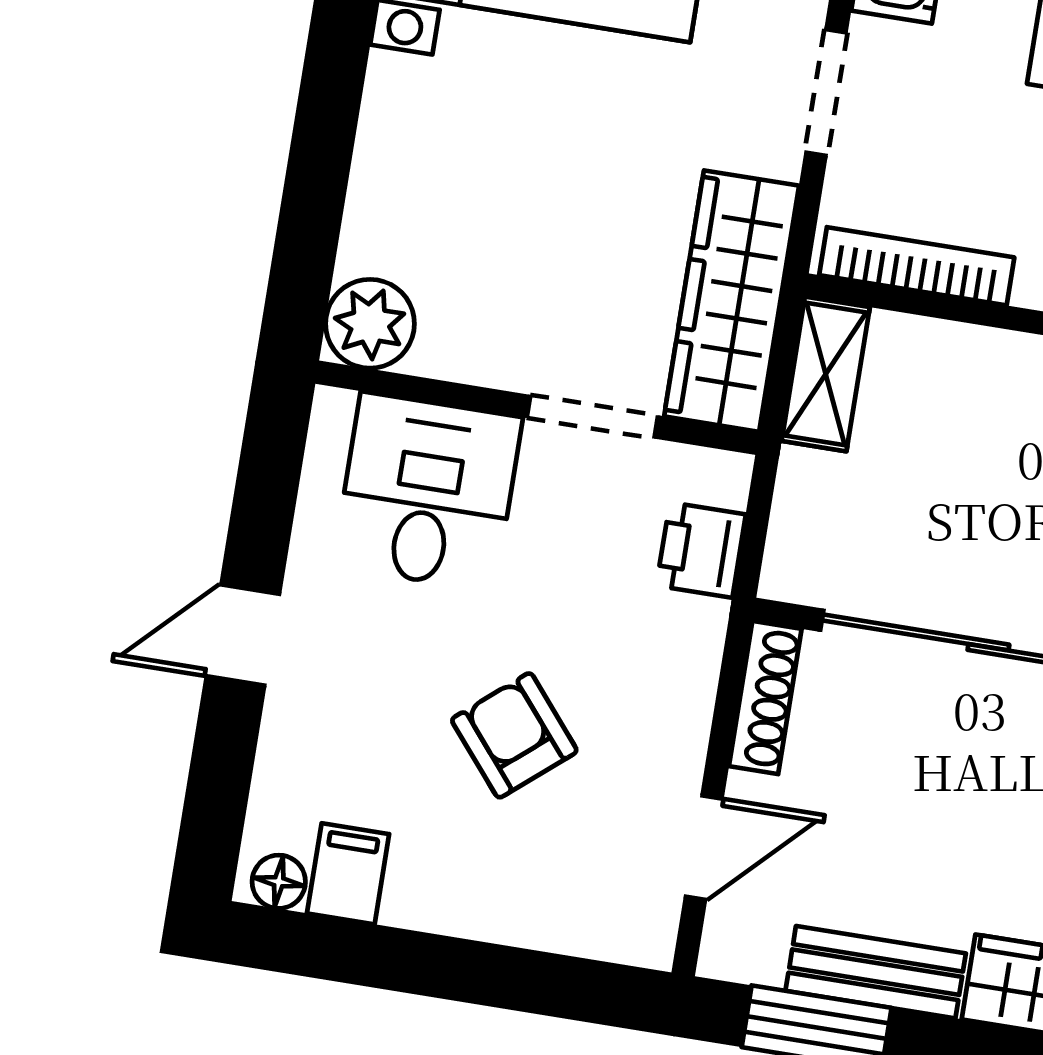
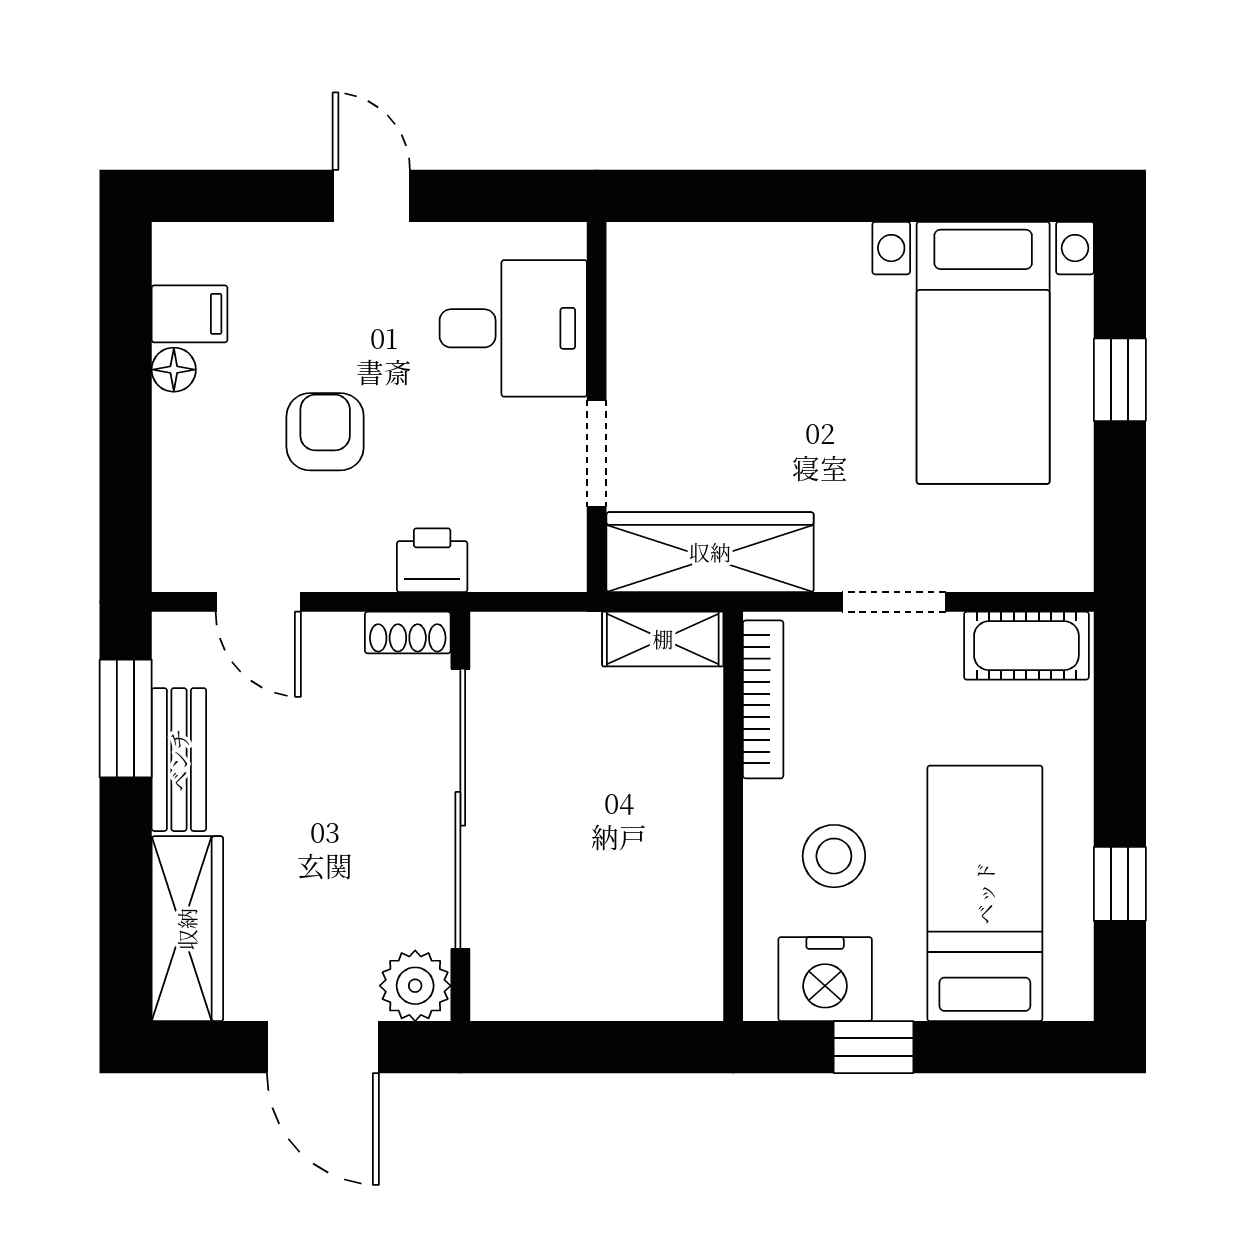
plant: (370, 324) -> (643, 259), removed
printer: (701, 550) -> (432, 560), moved
shoe rack: (765, 698) -> (408, 633), width x0.70
armchair: (514, 735) -> (325, 432), turned -50
floor lamp: (279, 882) -> (174, 370), moved

